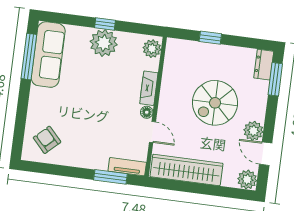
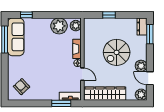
window: (105, 24) -> (26, 15), moved
plant: (104, 43) -> (59, 26), moved

